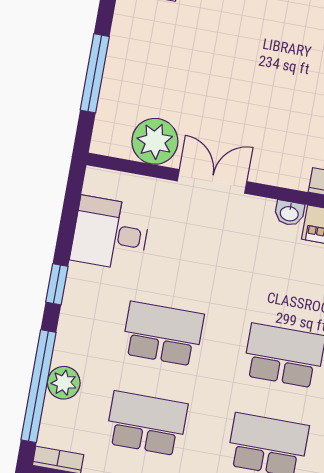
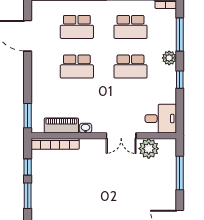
desk: (110, 234) -> (161, 119), moved
plant: (64, 383) -> (169, 58), moved
window: (39, 386) -> (180, 35), width x0.68

